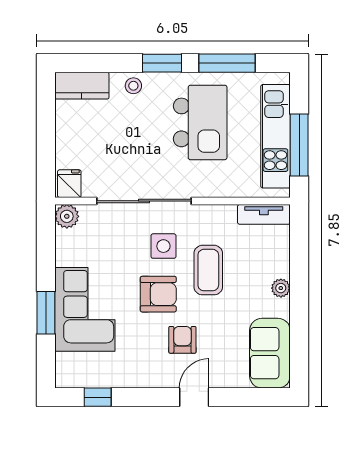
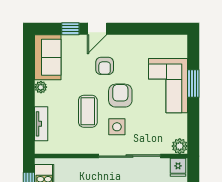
tv unit: (264, 214) -> (41, 124), moved, turned 90
plant: (281, 288) -> (41, 87), moved
armchair: (158, 294) -> (120, 96), turned 90
window: (98, 397) -> (70, 29), moved

